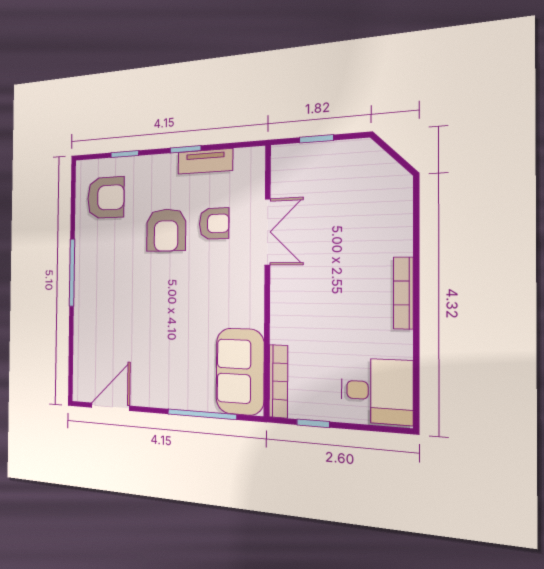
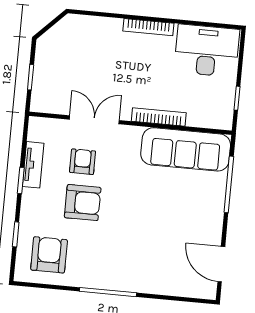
sofa: (240, 371) -> (186, 149), width x1.36
bookcase: (278, 381) -> (159, 117), moved
desk: (377, 391) -> (207, 51), width x1.37

